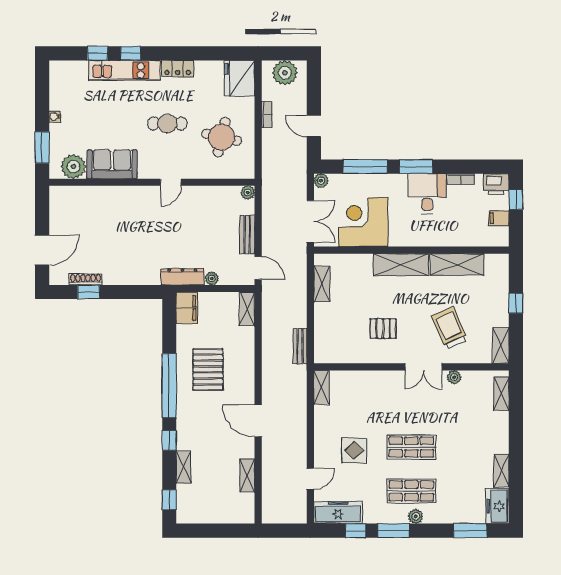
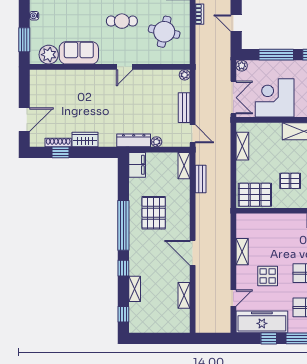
wardrobe: (120, 276) -> (85, 140), added
bench: (300, 346) -> (201, 179), moved
pallet: (338, 346) -> (255, 195), added
shelving: (321, 387) -> (242, 252), moved
freezer: (338, 512) -> (262, 322), width x1.36, depth x1.26

